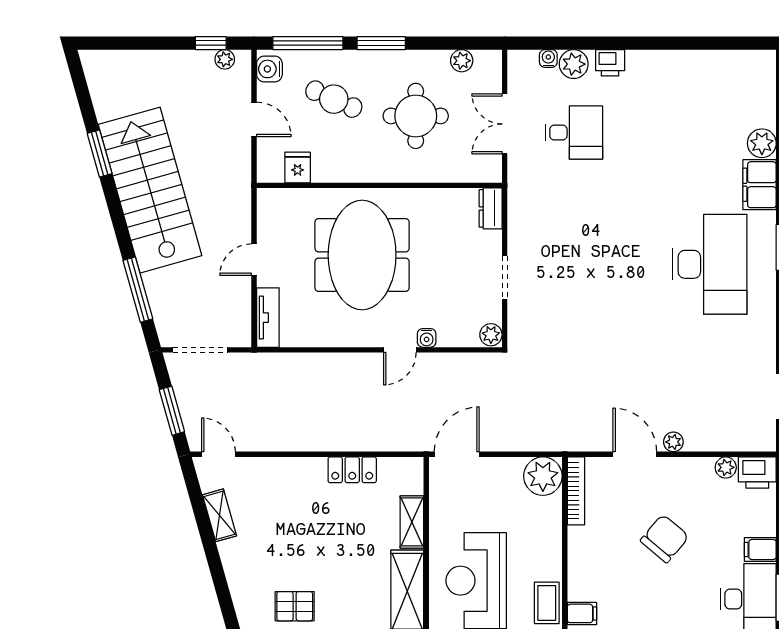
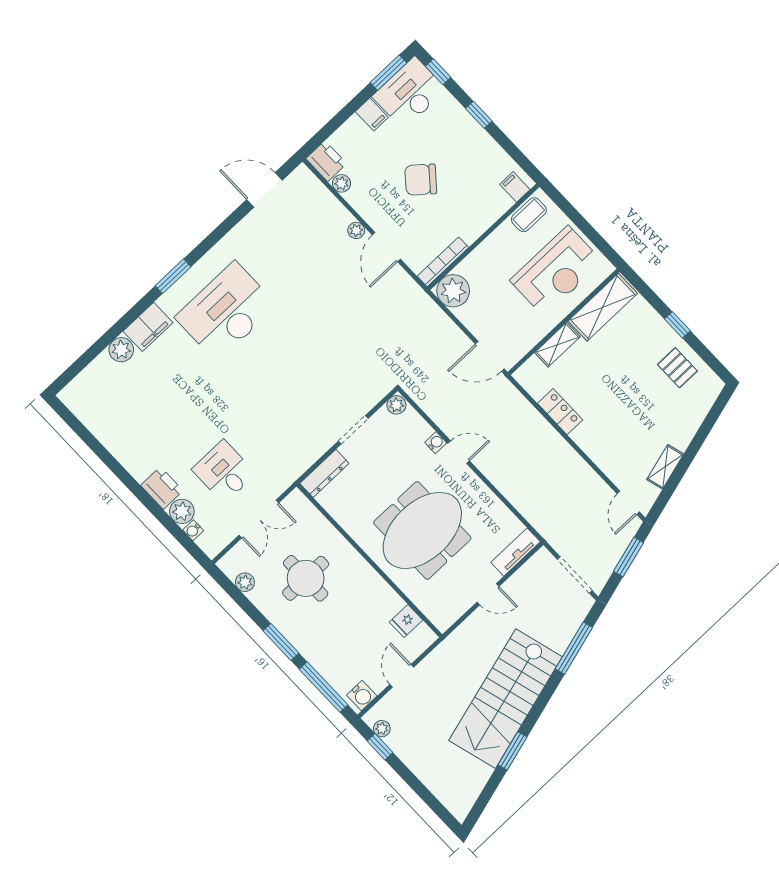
printer: (610, 63) -> (162, 488), width x1.36, depth x1.24
cafe table: (334, 99) -> (343, 638), removed
dresser: (491, 208) -> (324, 473), width x1.44

